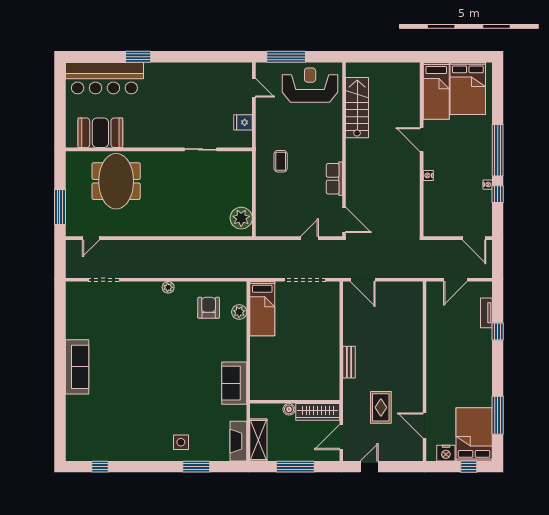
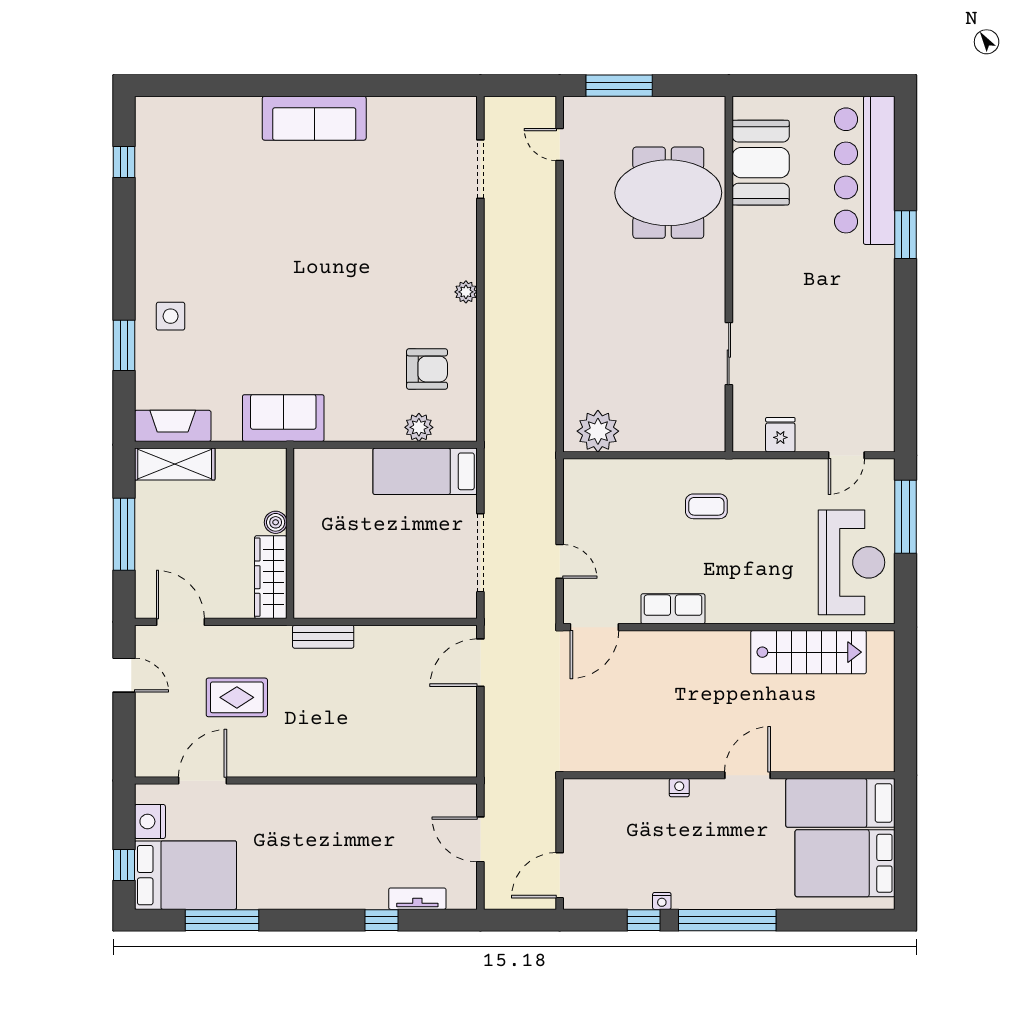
wall: (295, 402) -> (290, 533), moved
boiler: (289, 409) -> (276, 522), moved
wardrobe: (318, 412) -> (271, 577), moved

